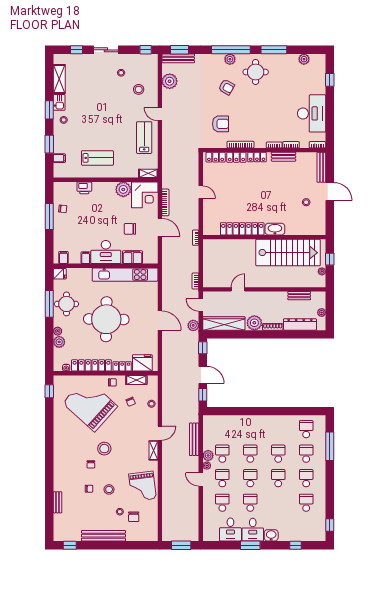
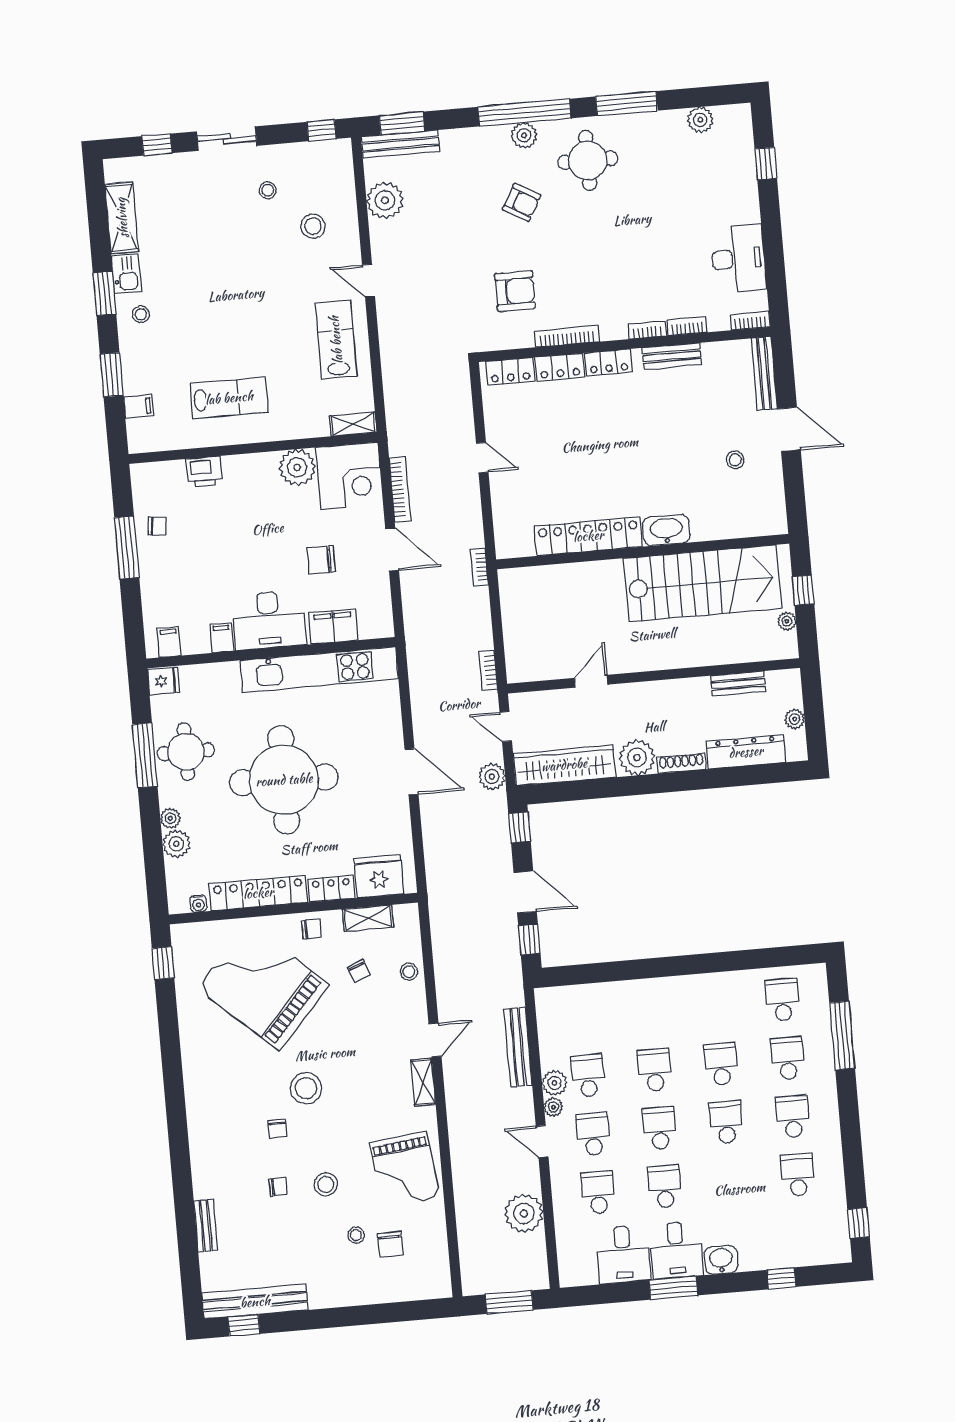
desk: (312, 113) -> (738, 259), width x0.73, depth x0.77
plant: (191, 509) -> (524, 1213), added
bench: (103, 536) -> (255, 1302), moved

